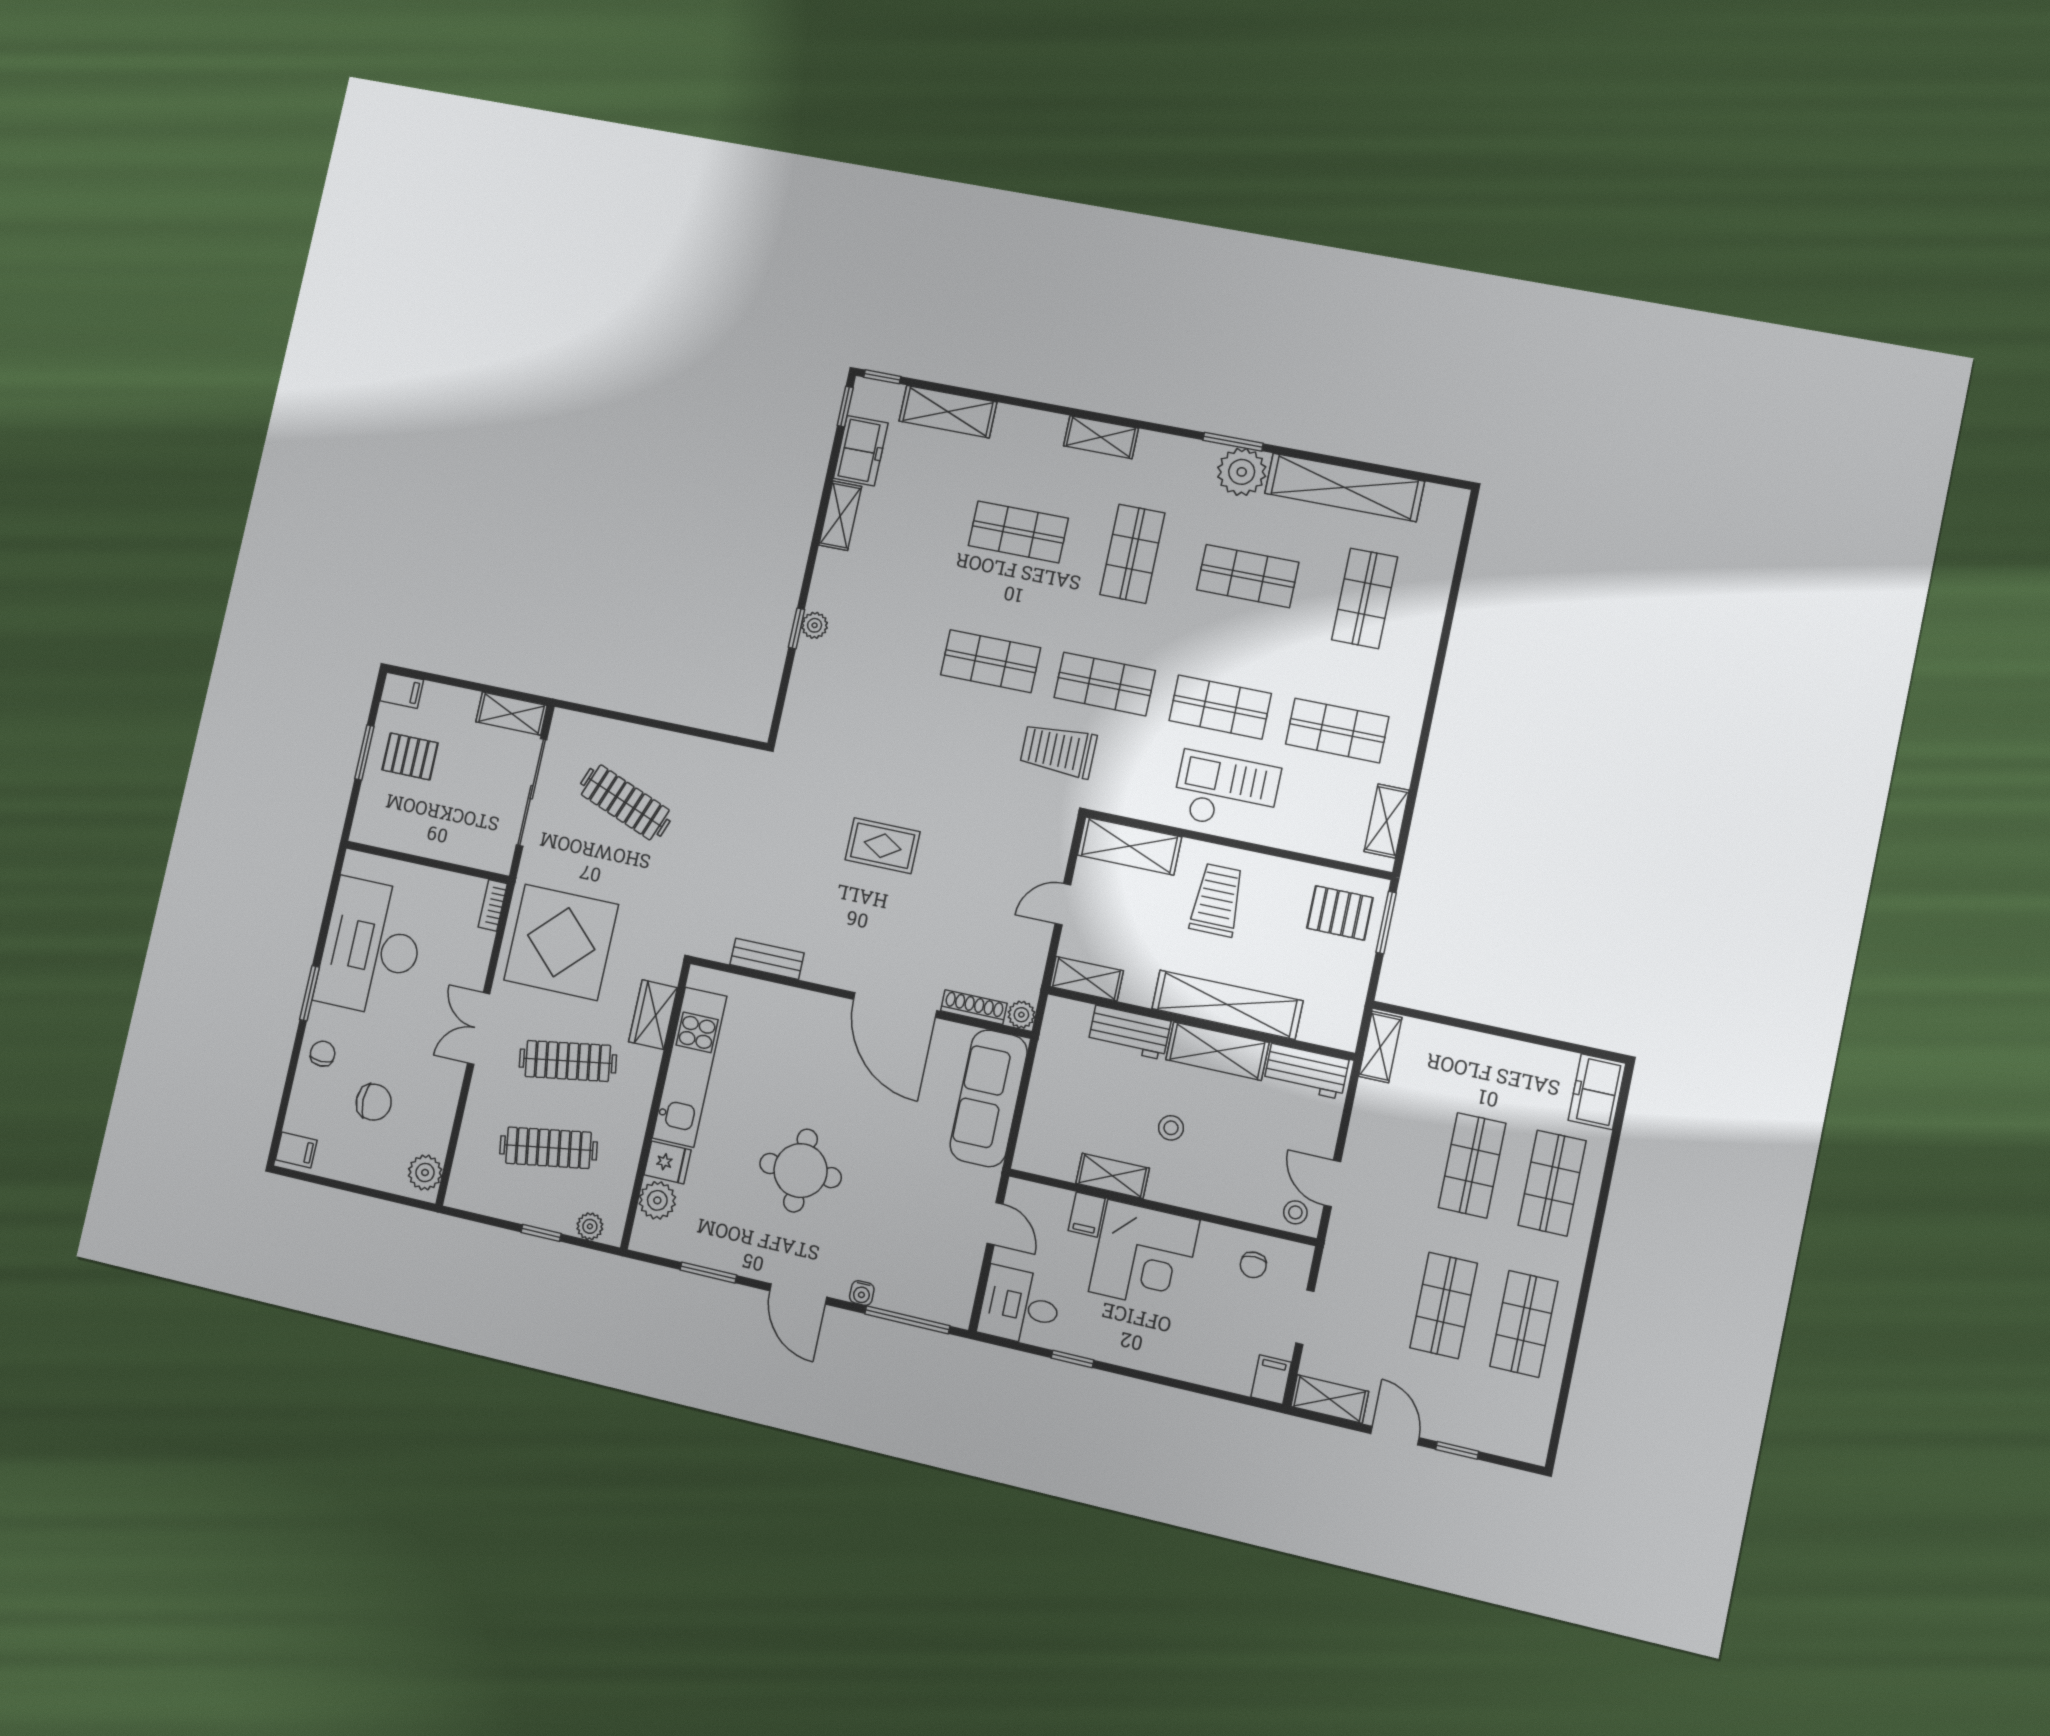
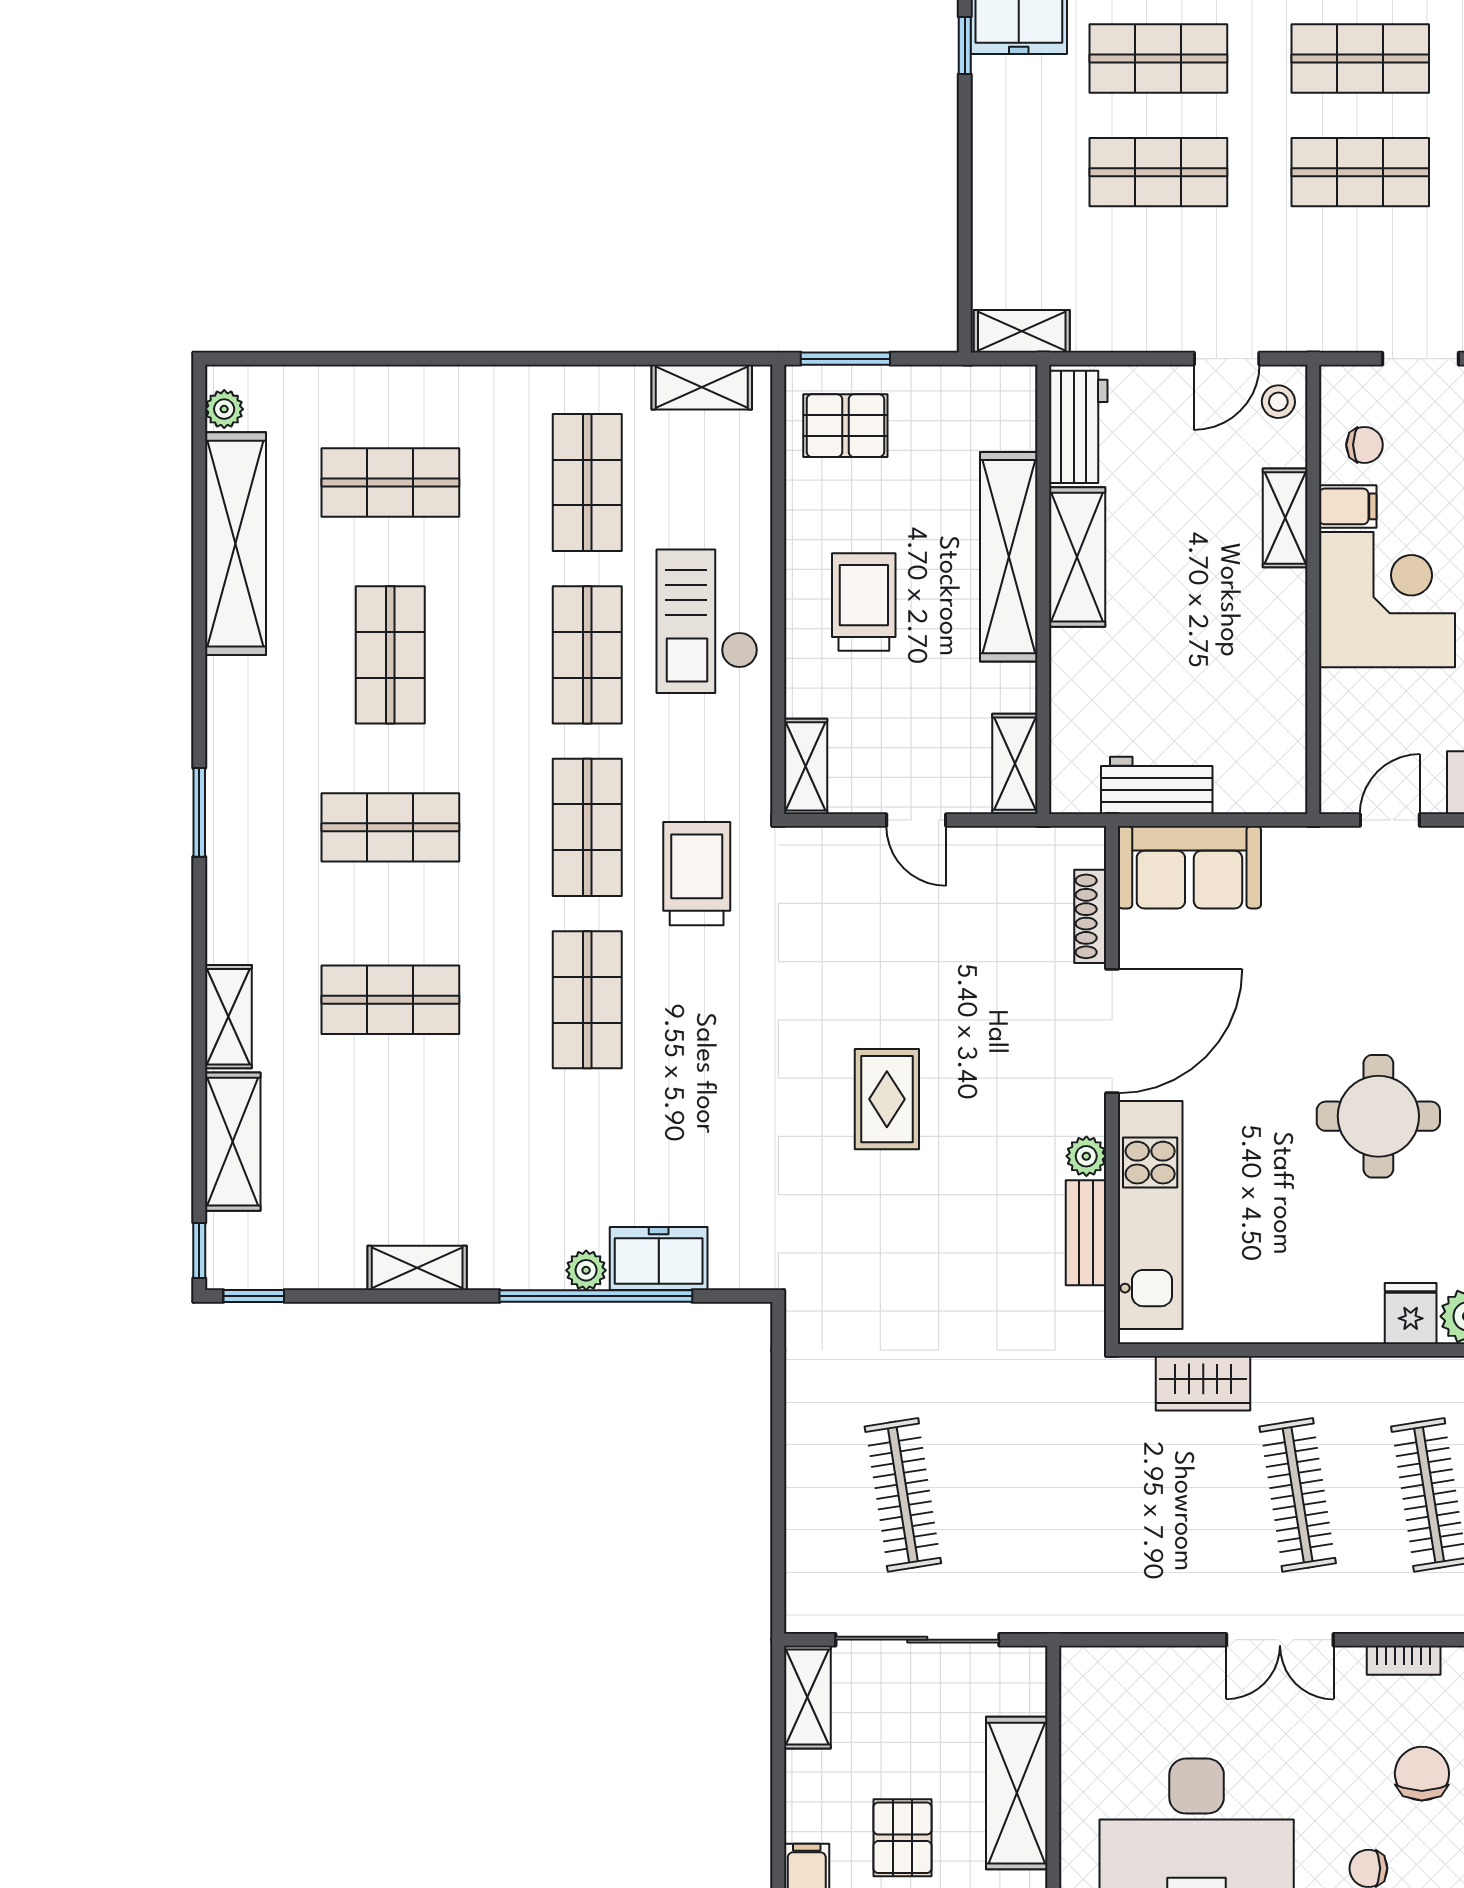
shelving: (1101, 437) -> (228, 1017), moved
window: (1233, 442) -> (199, 812), moved
freezer: (861, 451) -> (659, 1259), moved
plant: (1242, 472) -> (224, 409), moved, width x0.53, depth x0.53
shop shelf: (1018, 532) -> (390, 1000), turned 90
window: (797, 628) -> (596, 1296), width x3.17
trolley: (1058, 750) -> (697, 874), turned 180
clothes rail: (625, 802) -> (903, 1495), turned -30
shelving: (421, 836) -> (1017, 1793), added
shelving: (1129, 846) -> (806, 766), width x0.67, depth x0.75
trolley: (1217, 900) -> (864, 602), turned 90
bookcase: (493, 905) -> (1404, 1660), moved
pallet: (1340, 913) -> (845, 426), turned 90
display table: (561, 942) -> (1128, 1544), removed
plant: (1021, 1015) -> (1086, 1156), moved
workbench: (1129, 1032) -> (1157, 785), moved, turned -90
window: (1588, 1051) -> (965, 45), added
kitchen unit: (689, 1067) -> (1150, 1215), moved, turned 90
sofa: (989, 1098) -> (1189, 867), width x0.73
stool: (1171, 1128) -> (1199, 600), removed
shelving: (1113, 1176) -> (1285, 518), moved
filing cabinet: (1087, 1215) -> (1348, 506), moved

